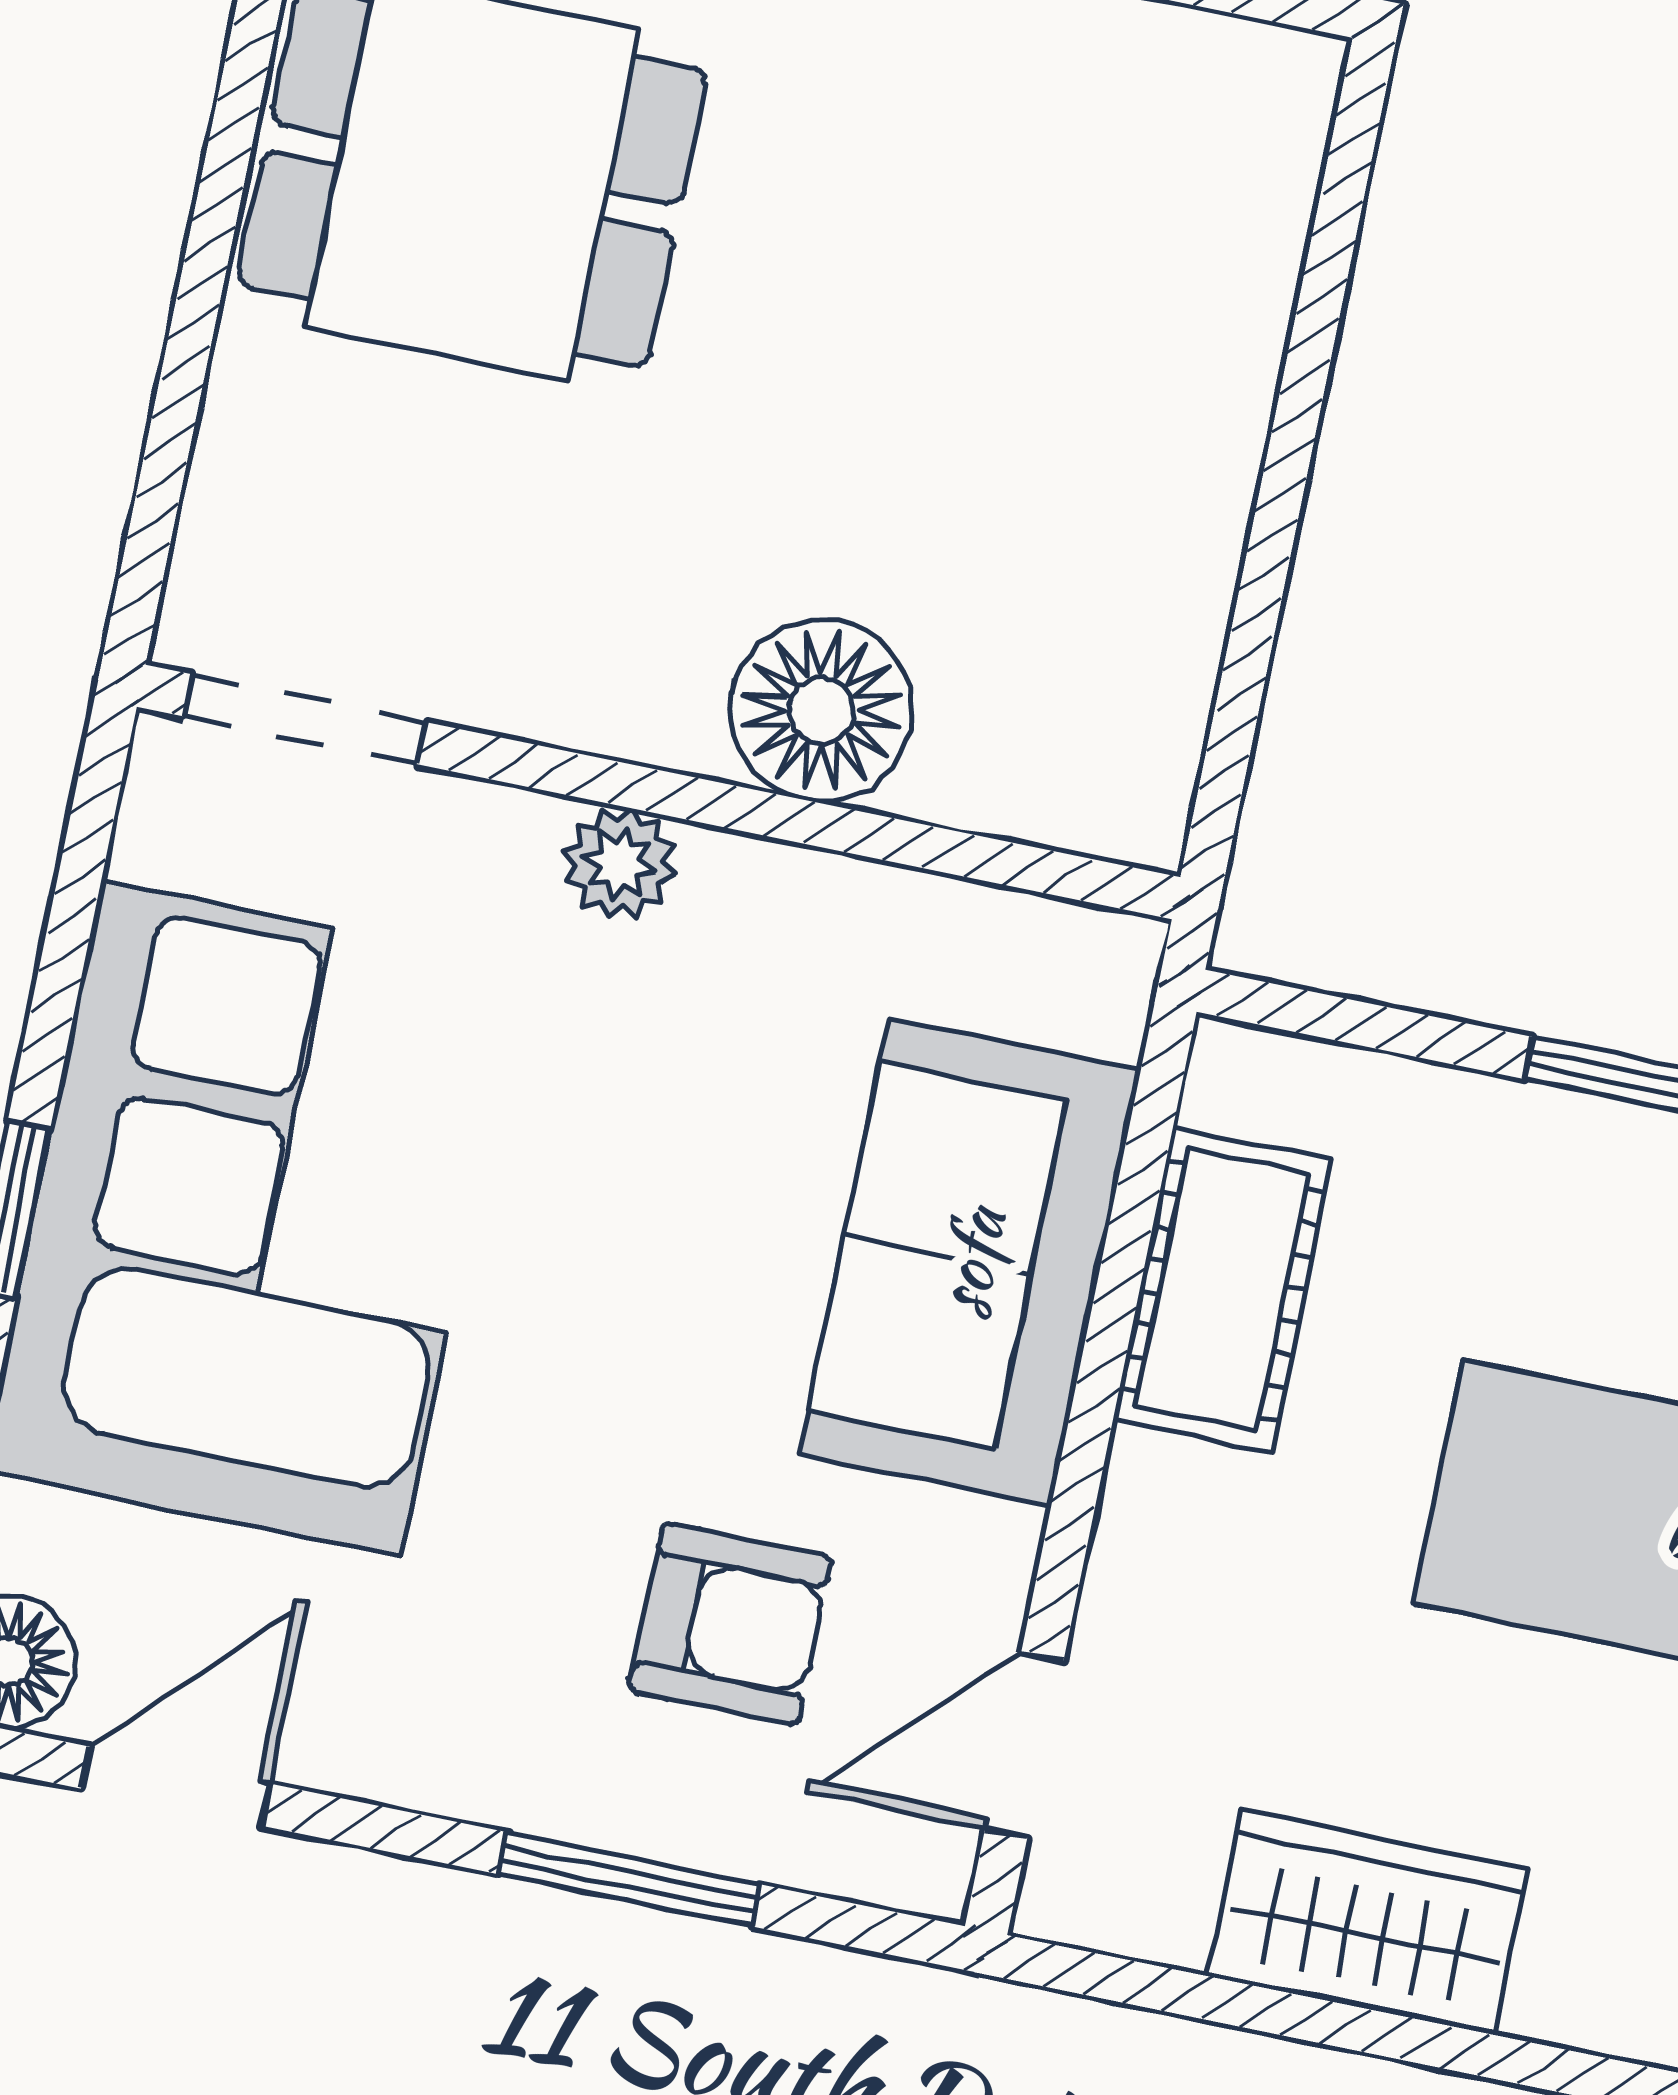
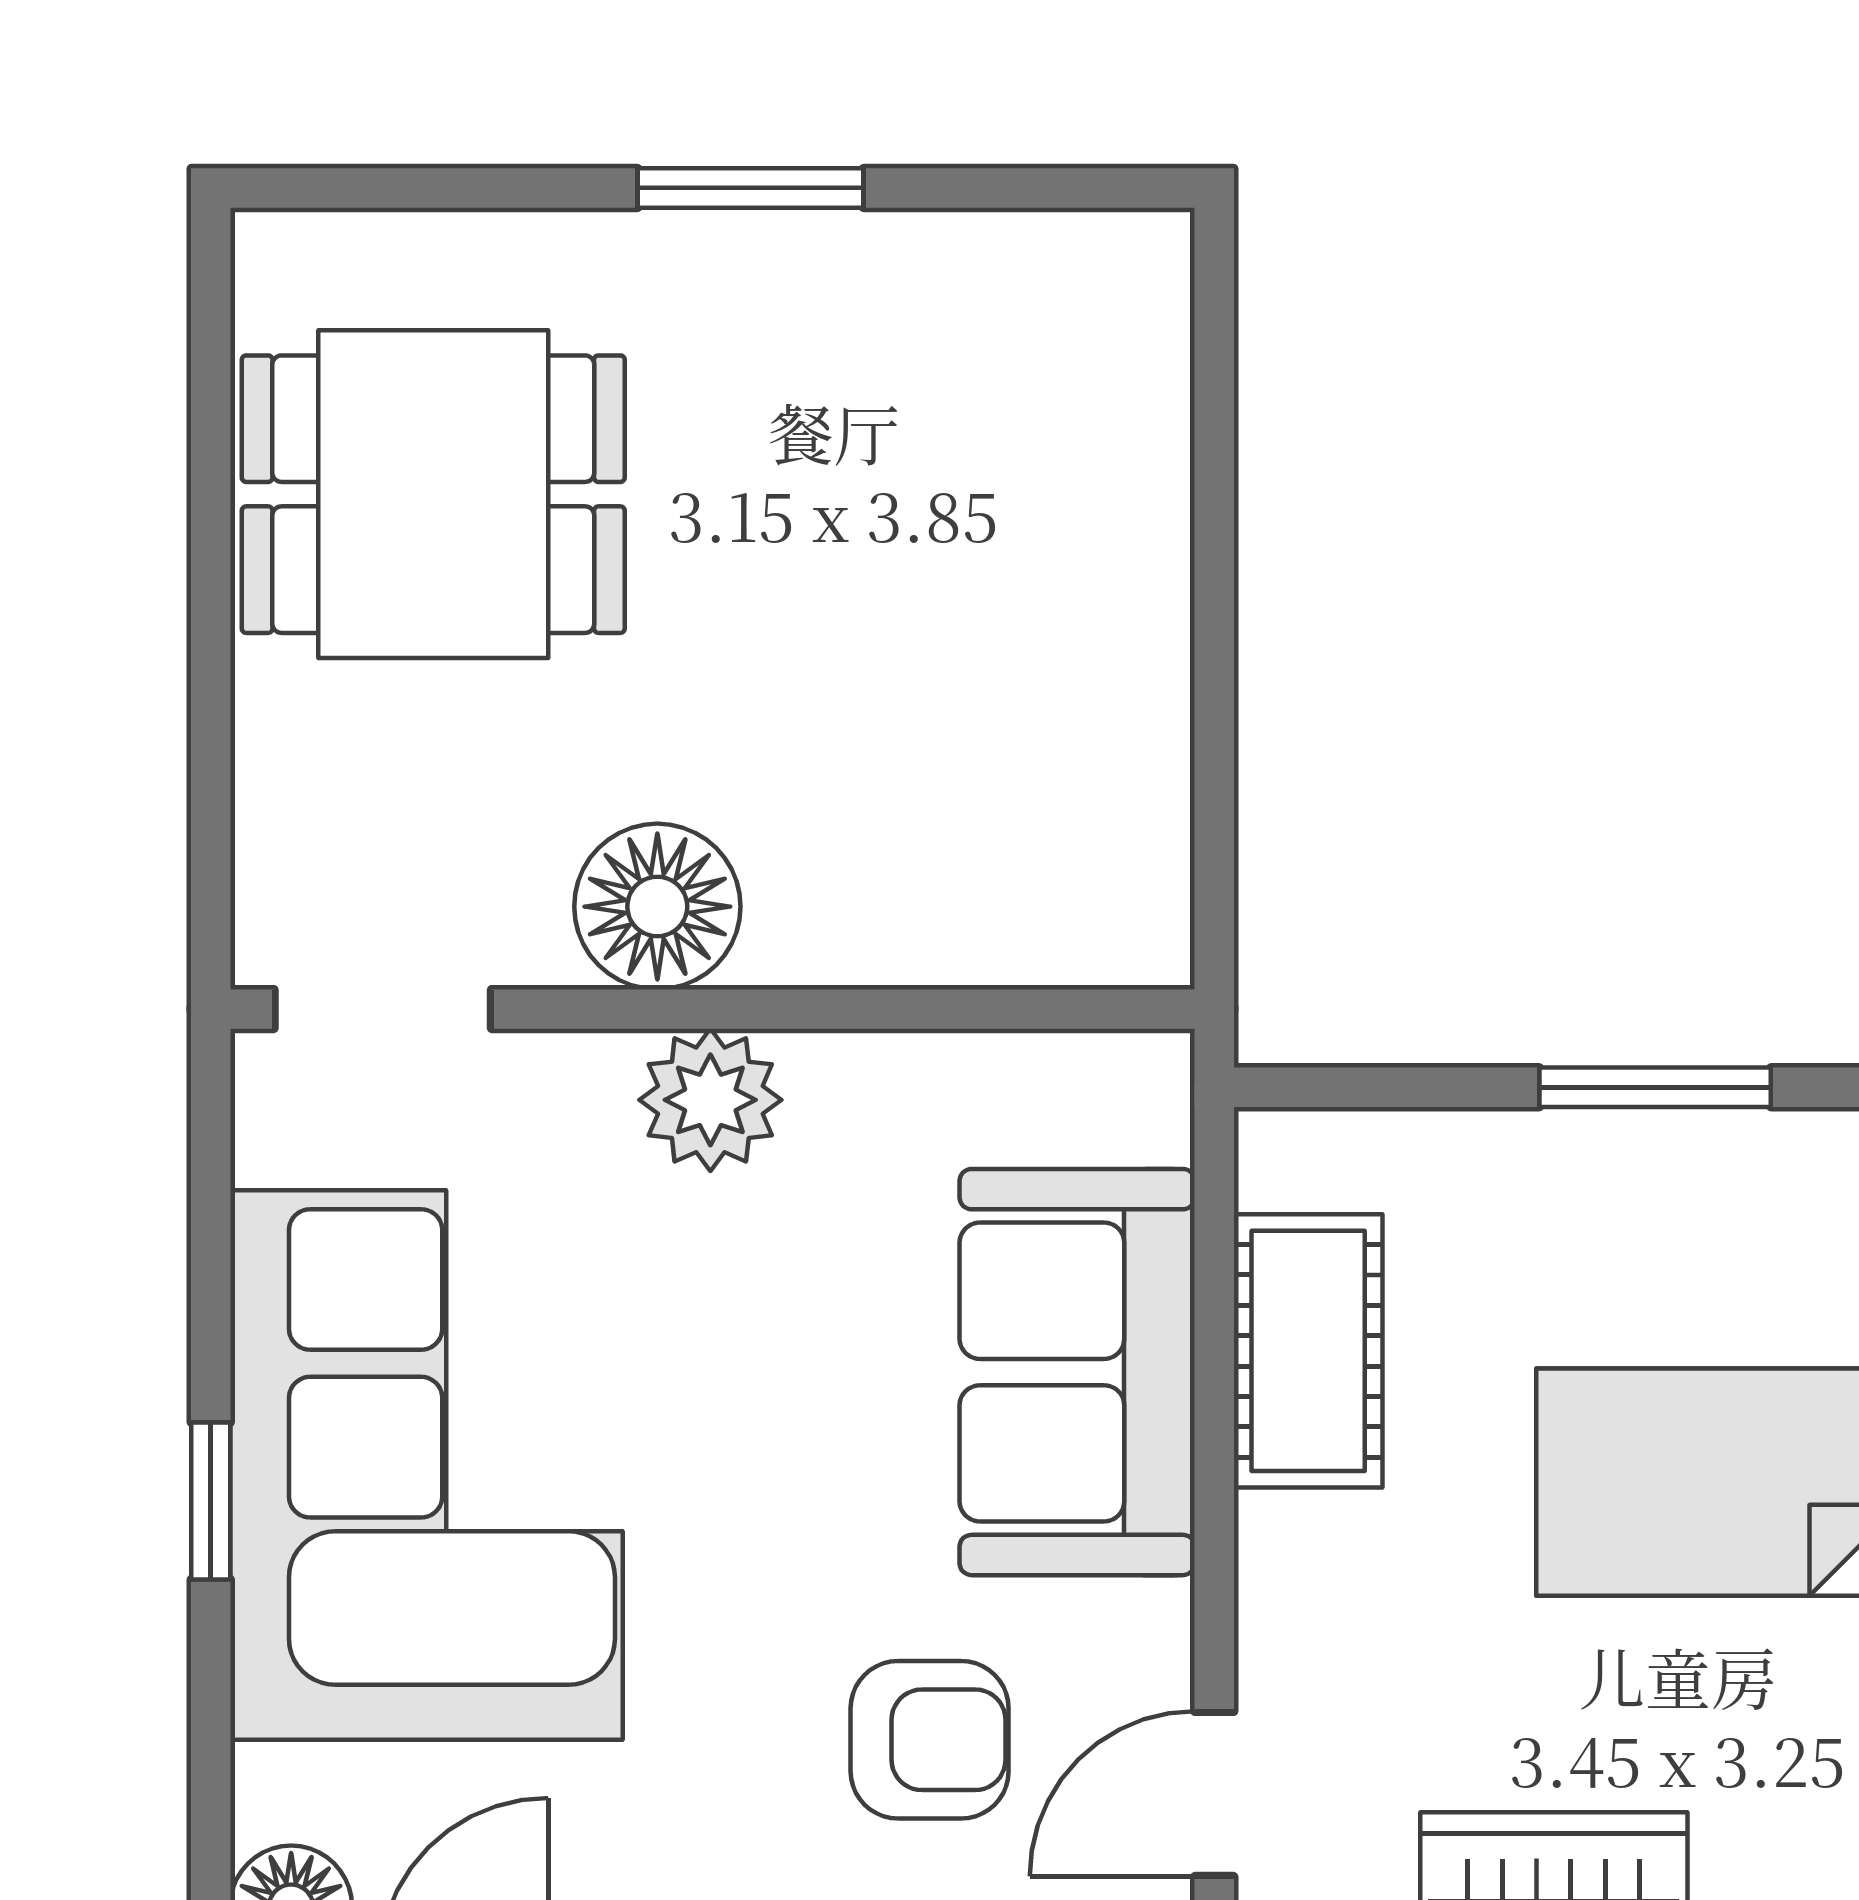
floor lamp: (821, 711) -> (657, 907), moved
plant: (620, 864) -> (710, 1100), width x1.38, depth x1.38

